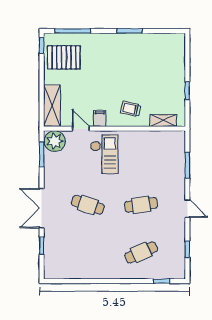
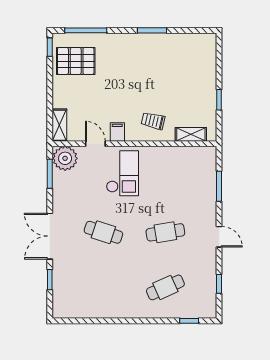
shelving: (52, 106) -> (59, 125), width x0.67, depth x0.75

